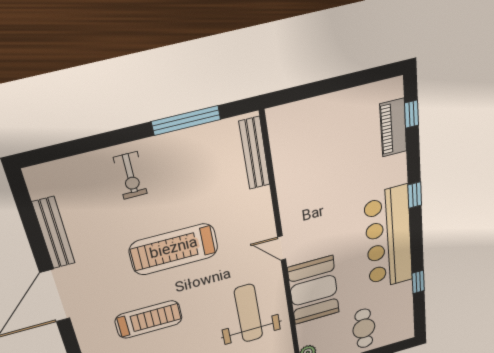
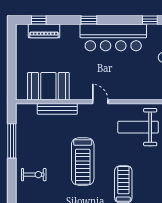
bench: (255, 153) -> (57, 109), moved
door: (282, 248) -> (100, 102), swing flipped
booth: (314, 290) -> (48, 86), moved

